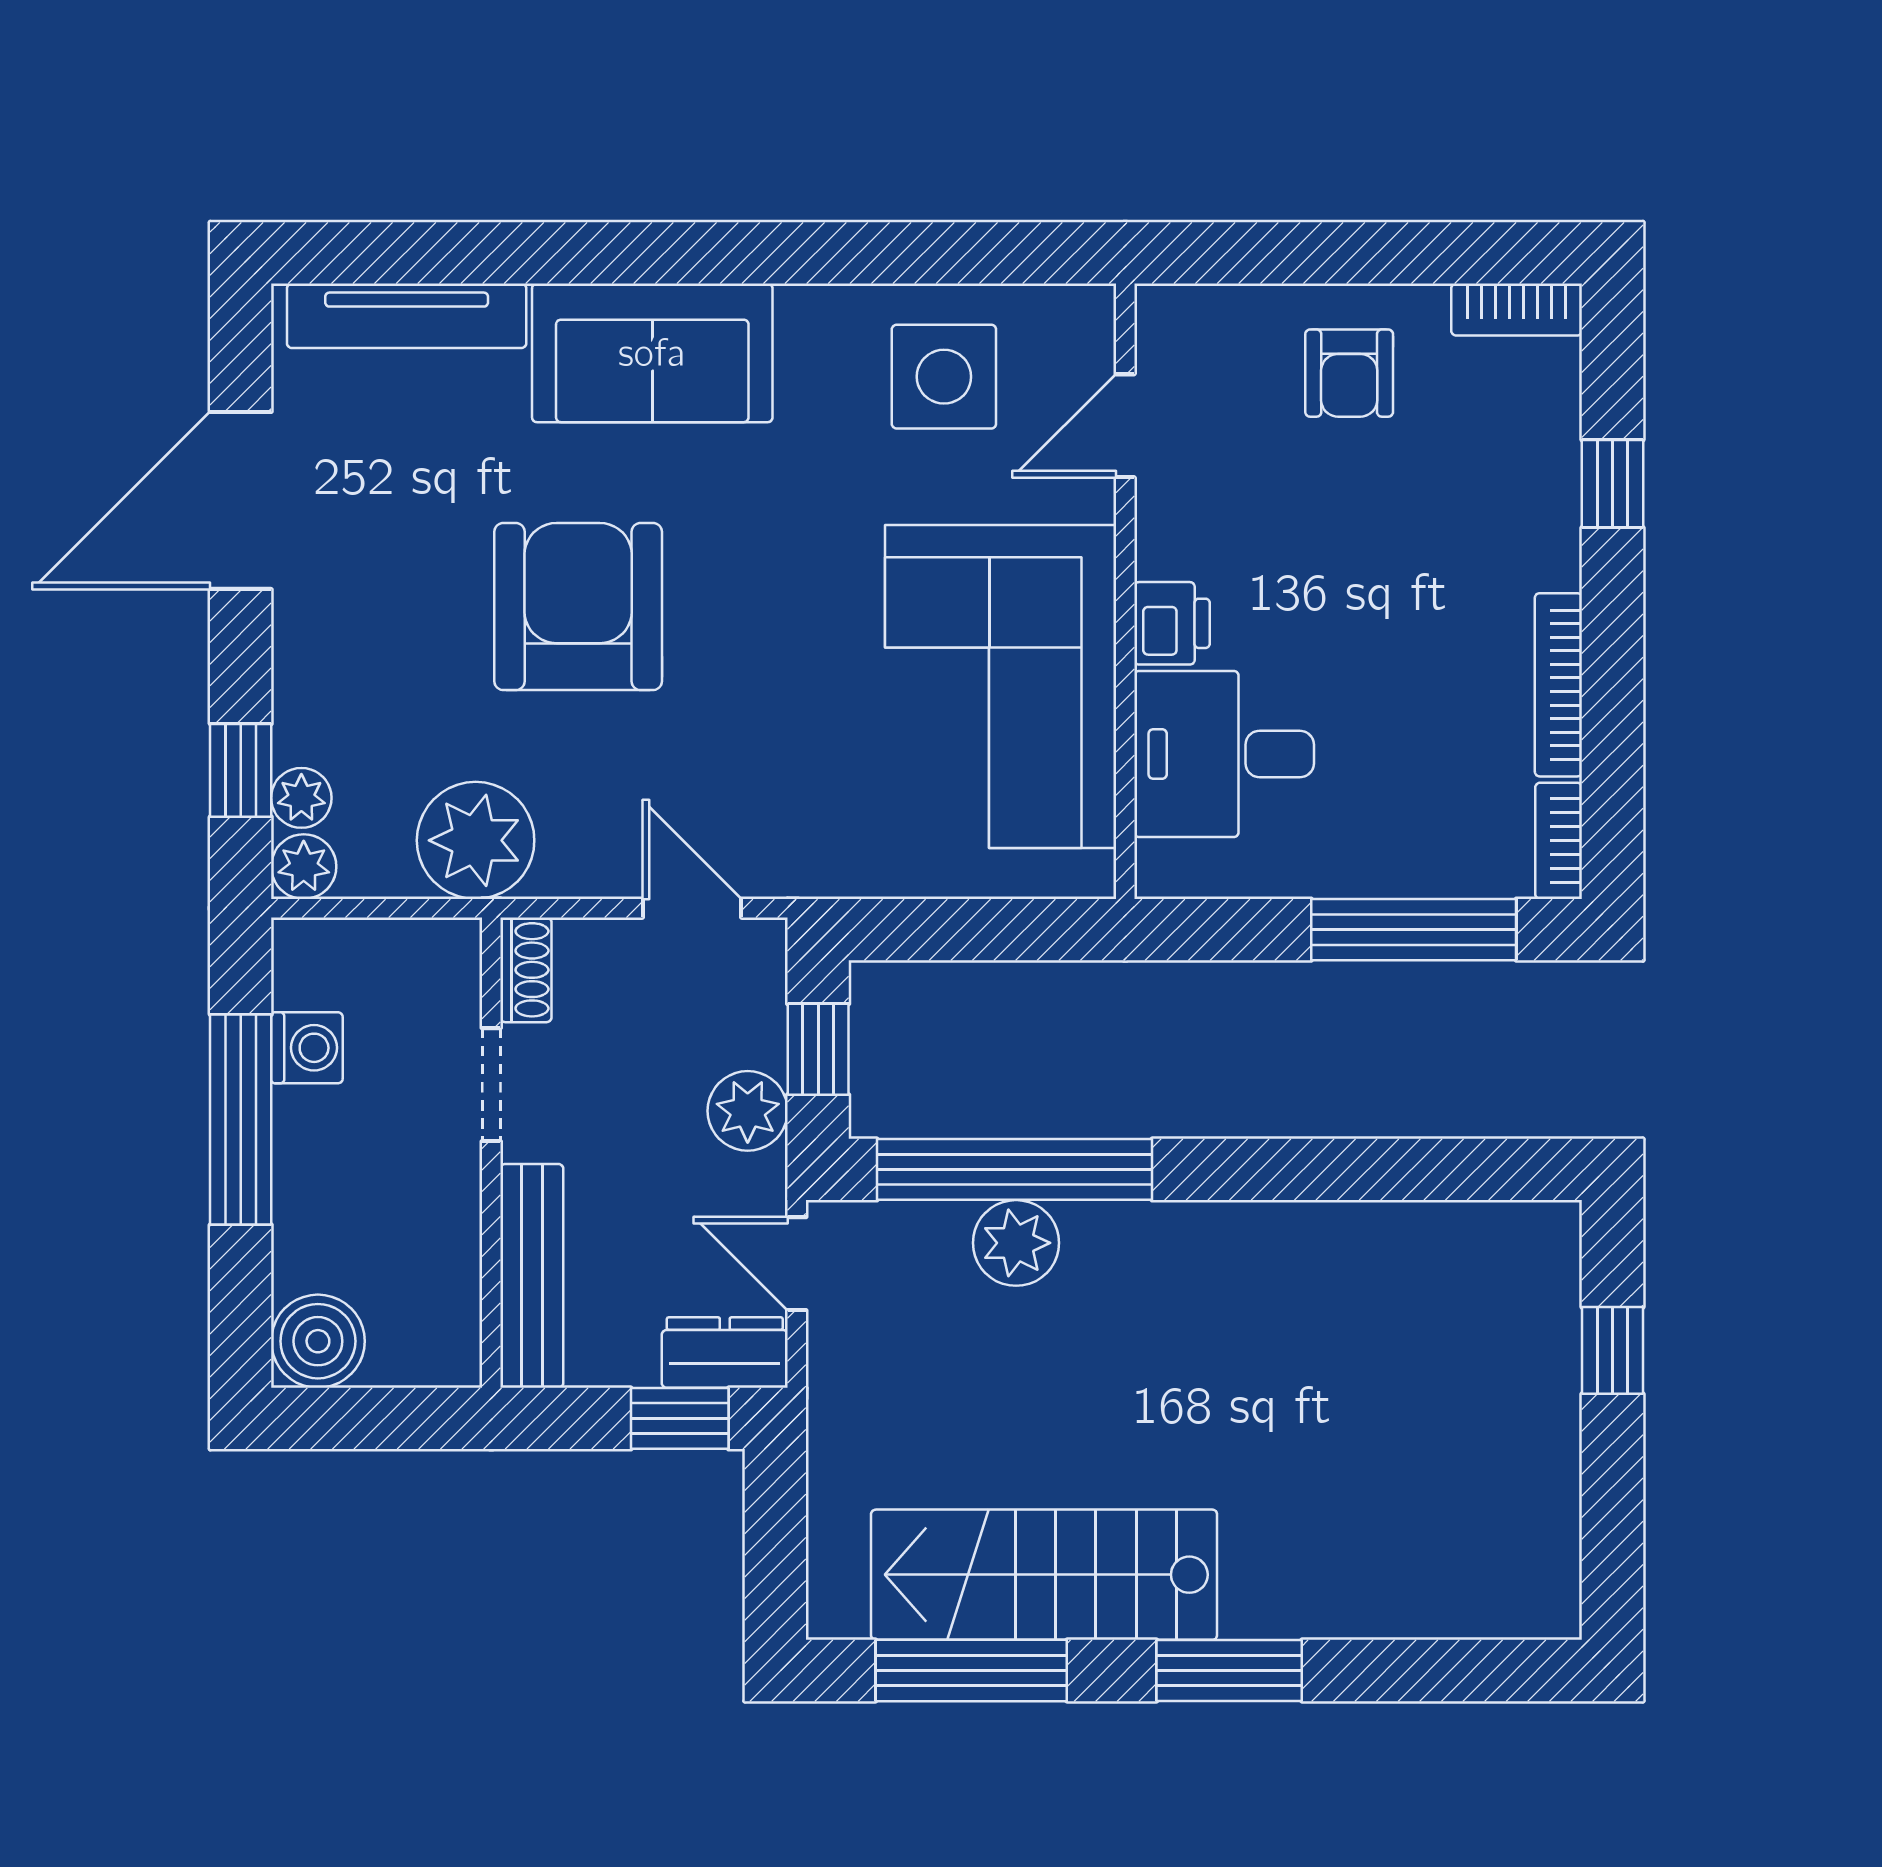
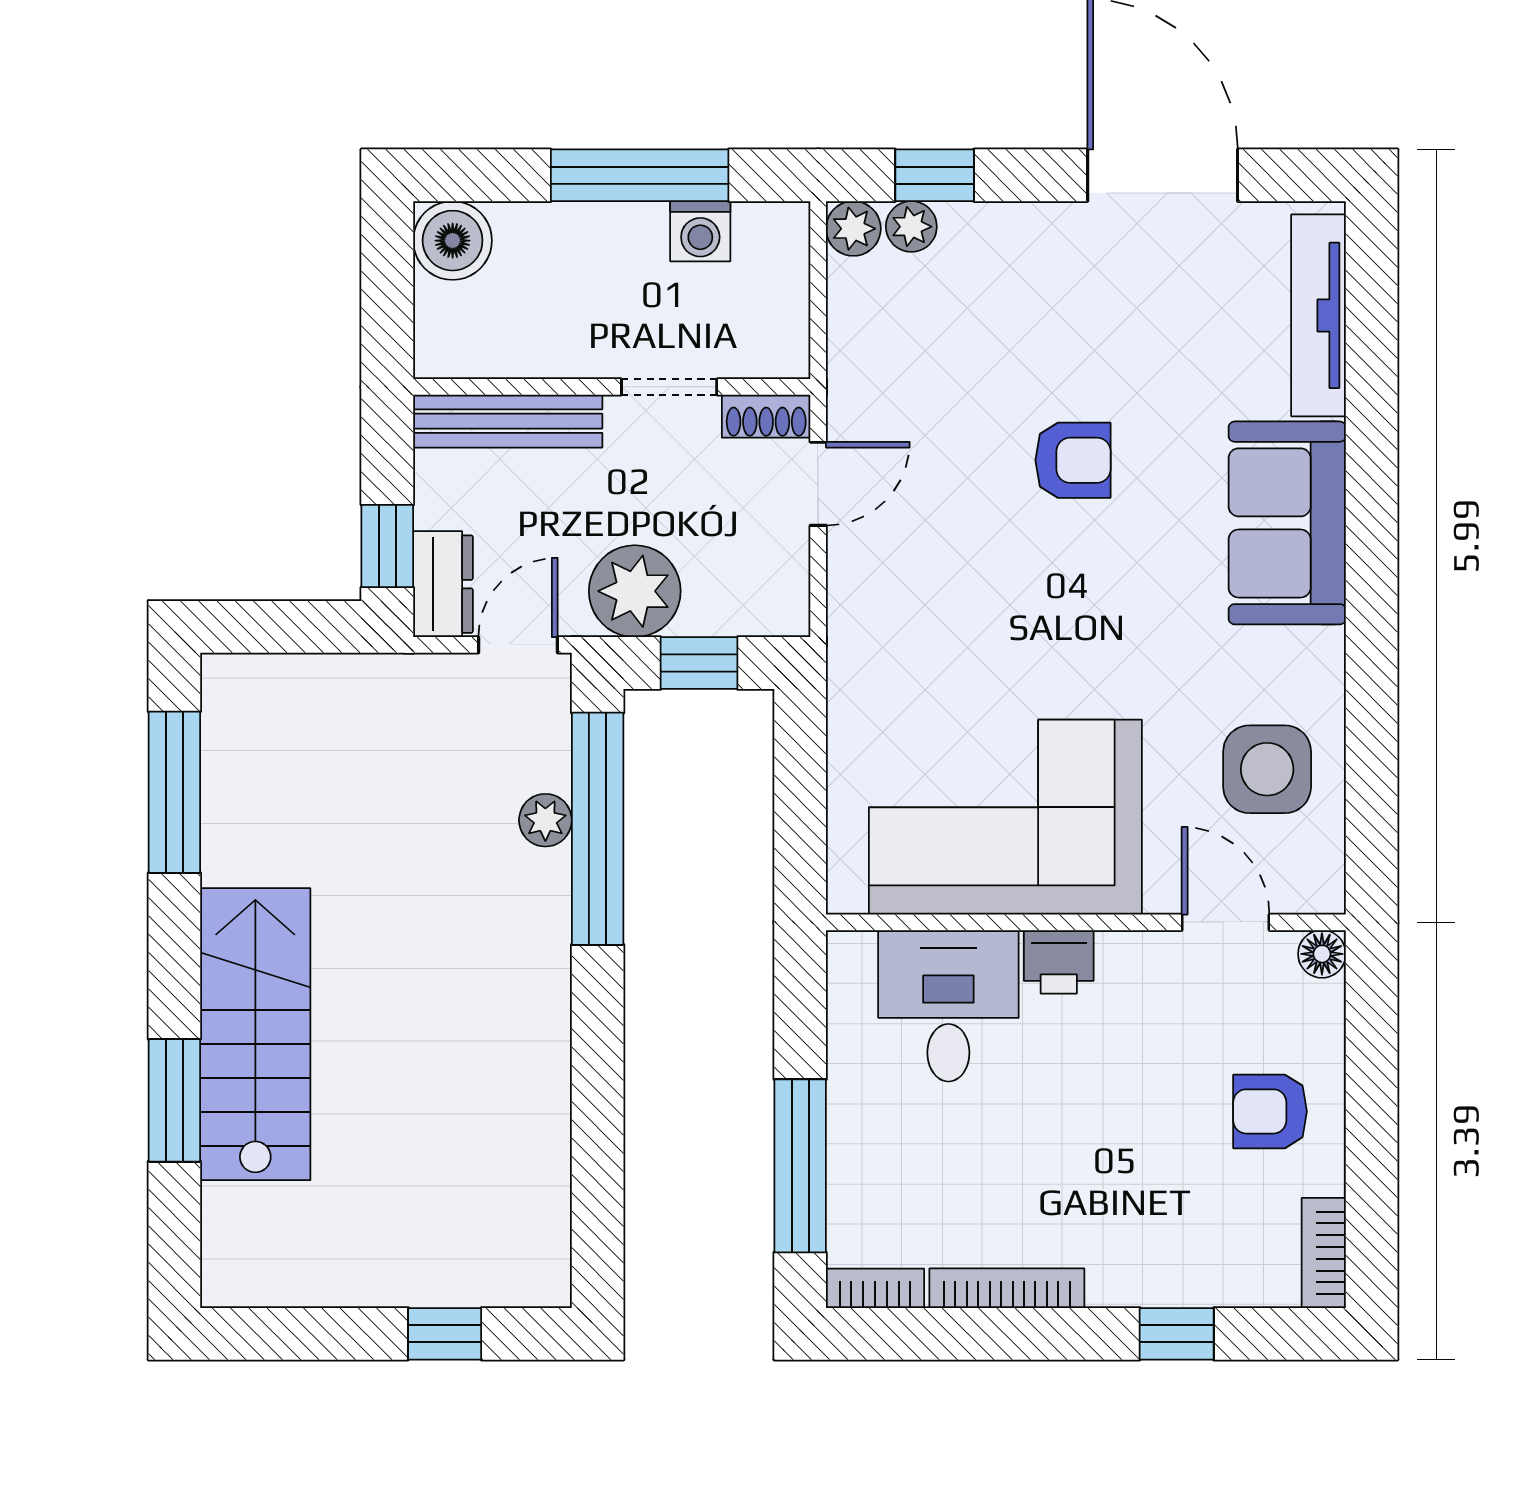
floor lamp: (1163, 312) -> (1322, 954), added
armchair: (578, 607) -> (1073, 460), width x0.53, depth x0.53
plant: (476, 840) -> (875, 374), removed
door: (692, 908) -> (818, 484), moved
plant: (748, 1111) -> (635, 591), width x1.36, depth x1.36
plant: (1016, 1243) -> (545, 820), width x0.73, depth x0.73
stairs: (1044, 1575) -> (255, 1034), moved
window: (1229, 1670) -> (174, 1100), moved

